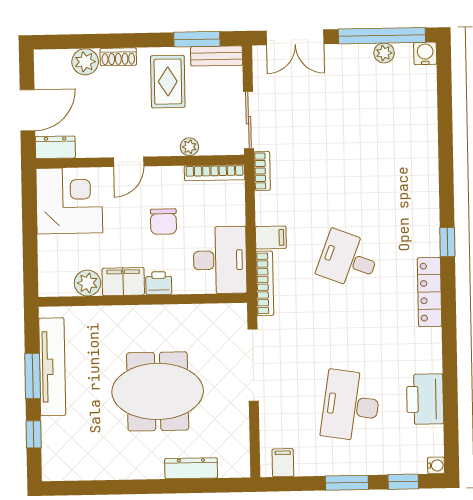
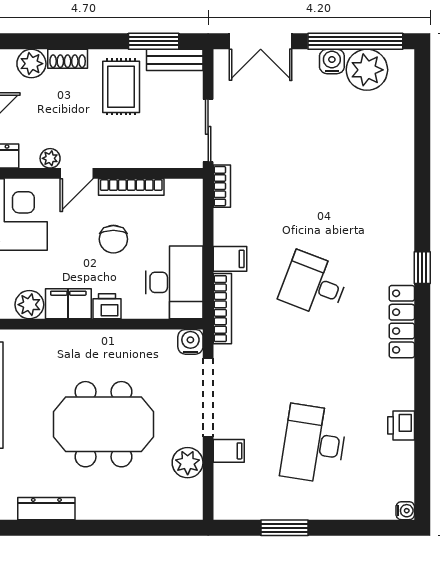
plant: (384, 53) -> (367, 70), width x1.88, depth x1.88
water cooler: (425, 53) -> (332, 61), moved
plant: (189, 147) -> (50, 158), moved
bookcase: (215, 173) -> (131, 187), moved
water cooler: (236, 314) -> (190, 342), added
printer: (425, 399) -> (401, 425), width x0.53, depth x0.68
plant: (235, 425) -> (188, 463), added
filing cabinet: (283, 463) -> (229, 451), moved, turned 90
dresser: (191, 468) -> (46, 509), moved
window: (403, 482) -> (369, 528), removed
window: (347, 483) -> (285, 528), moved

